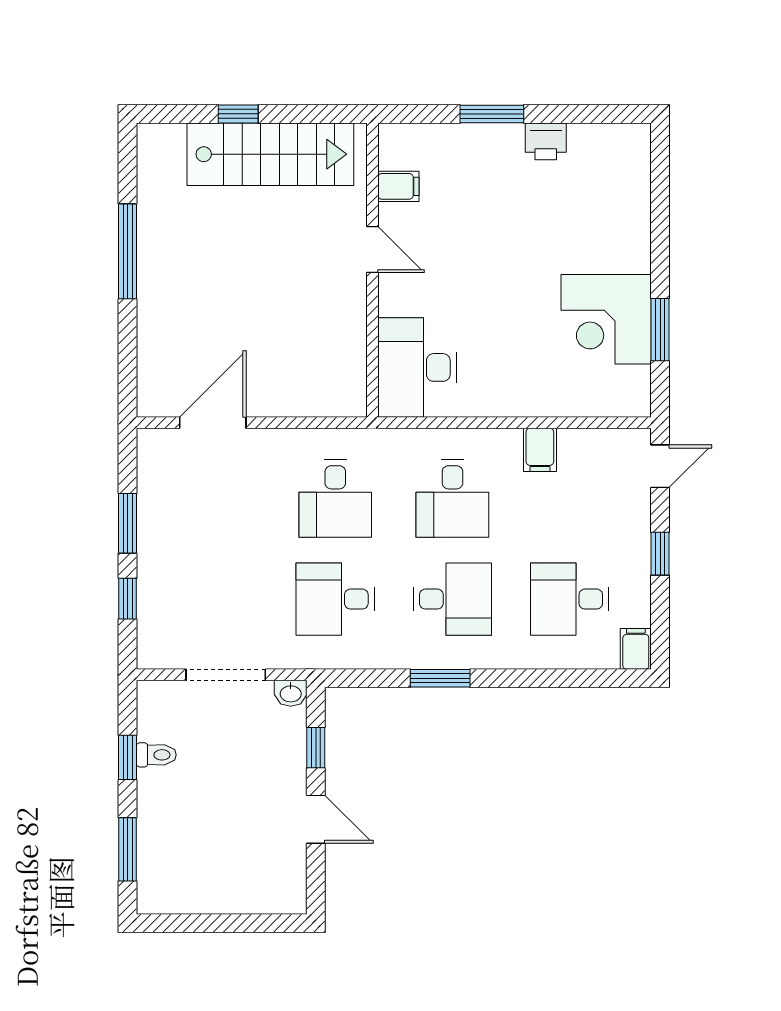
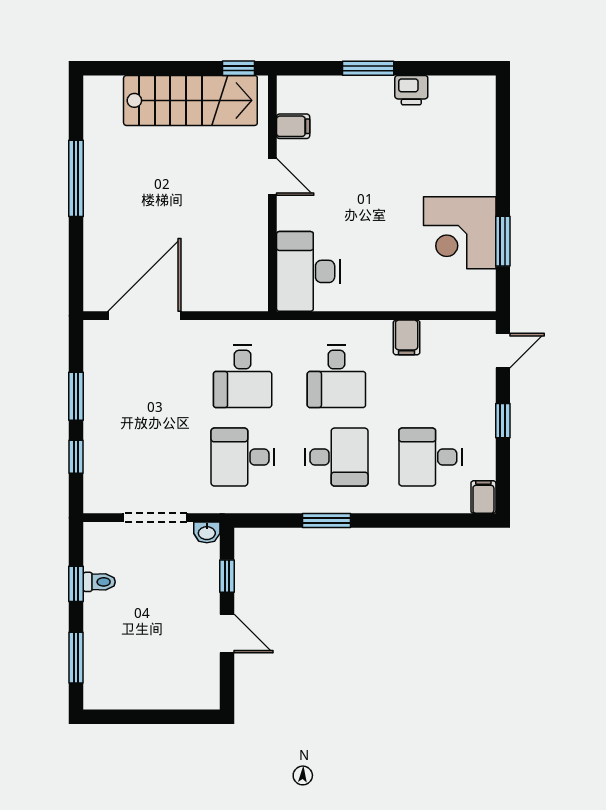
window: (238, 114) -> (239, 68), moved
door: (213, 423) -> (144, 316), width x1.36

